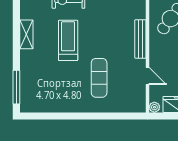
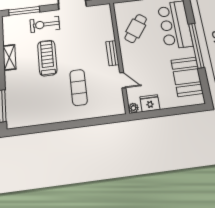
bench: (140, 39) -> (112, 53), width x0.73

